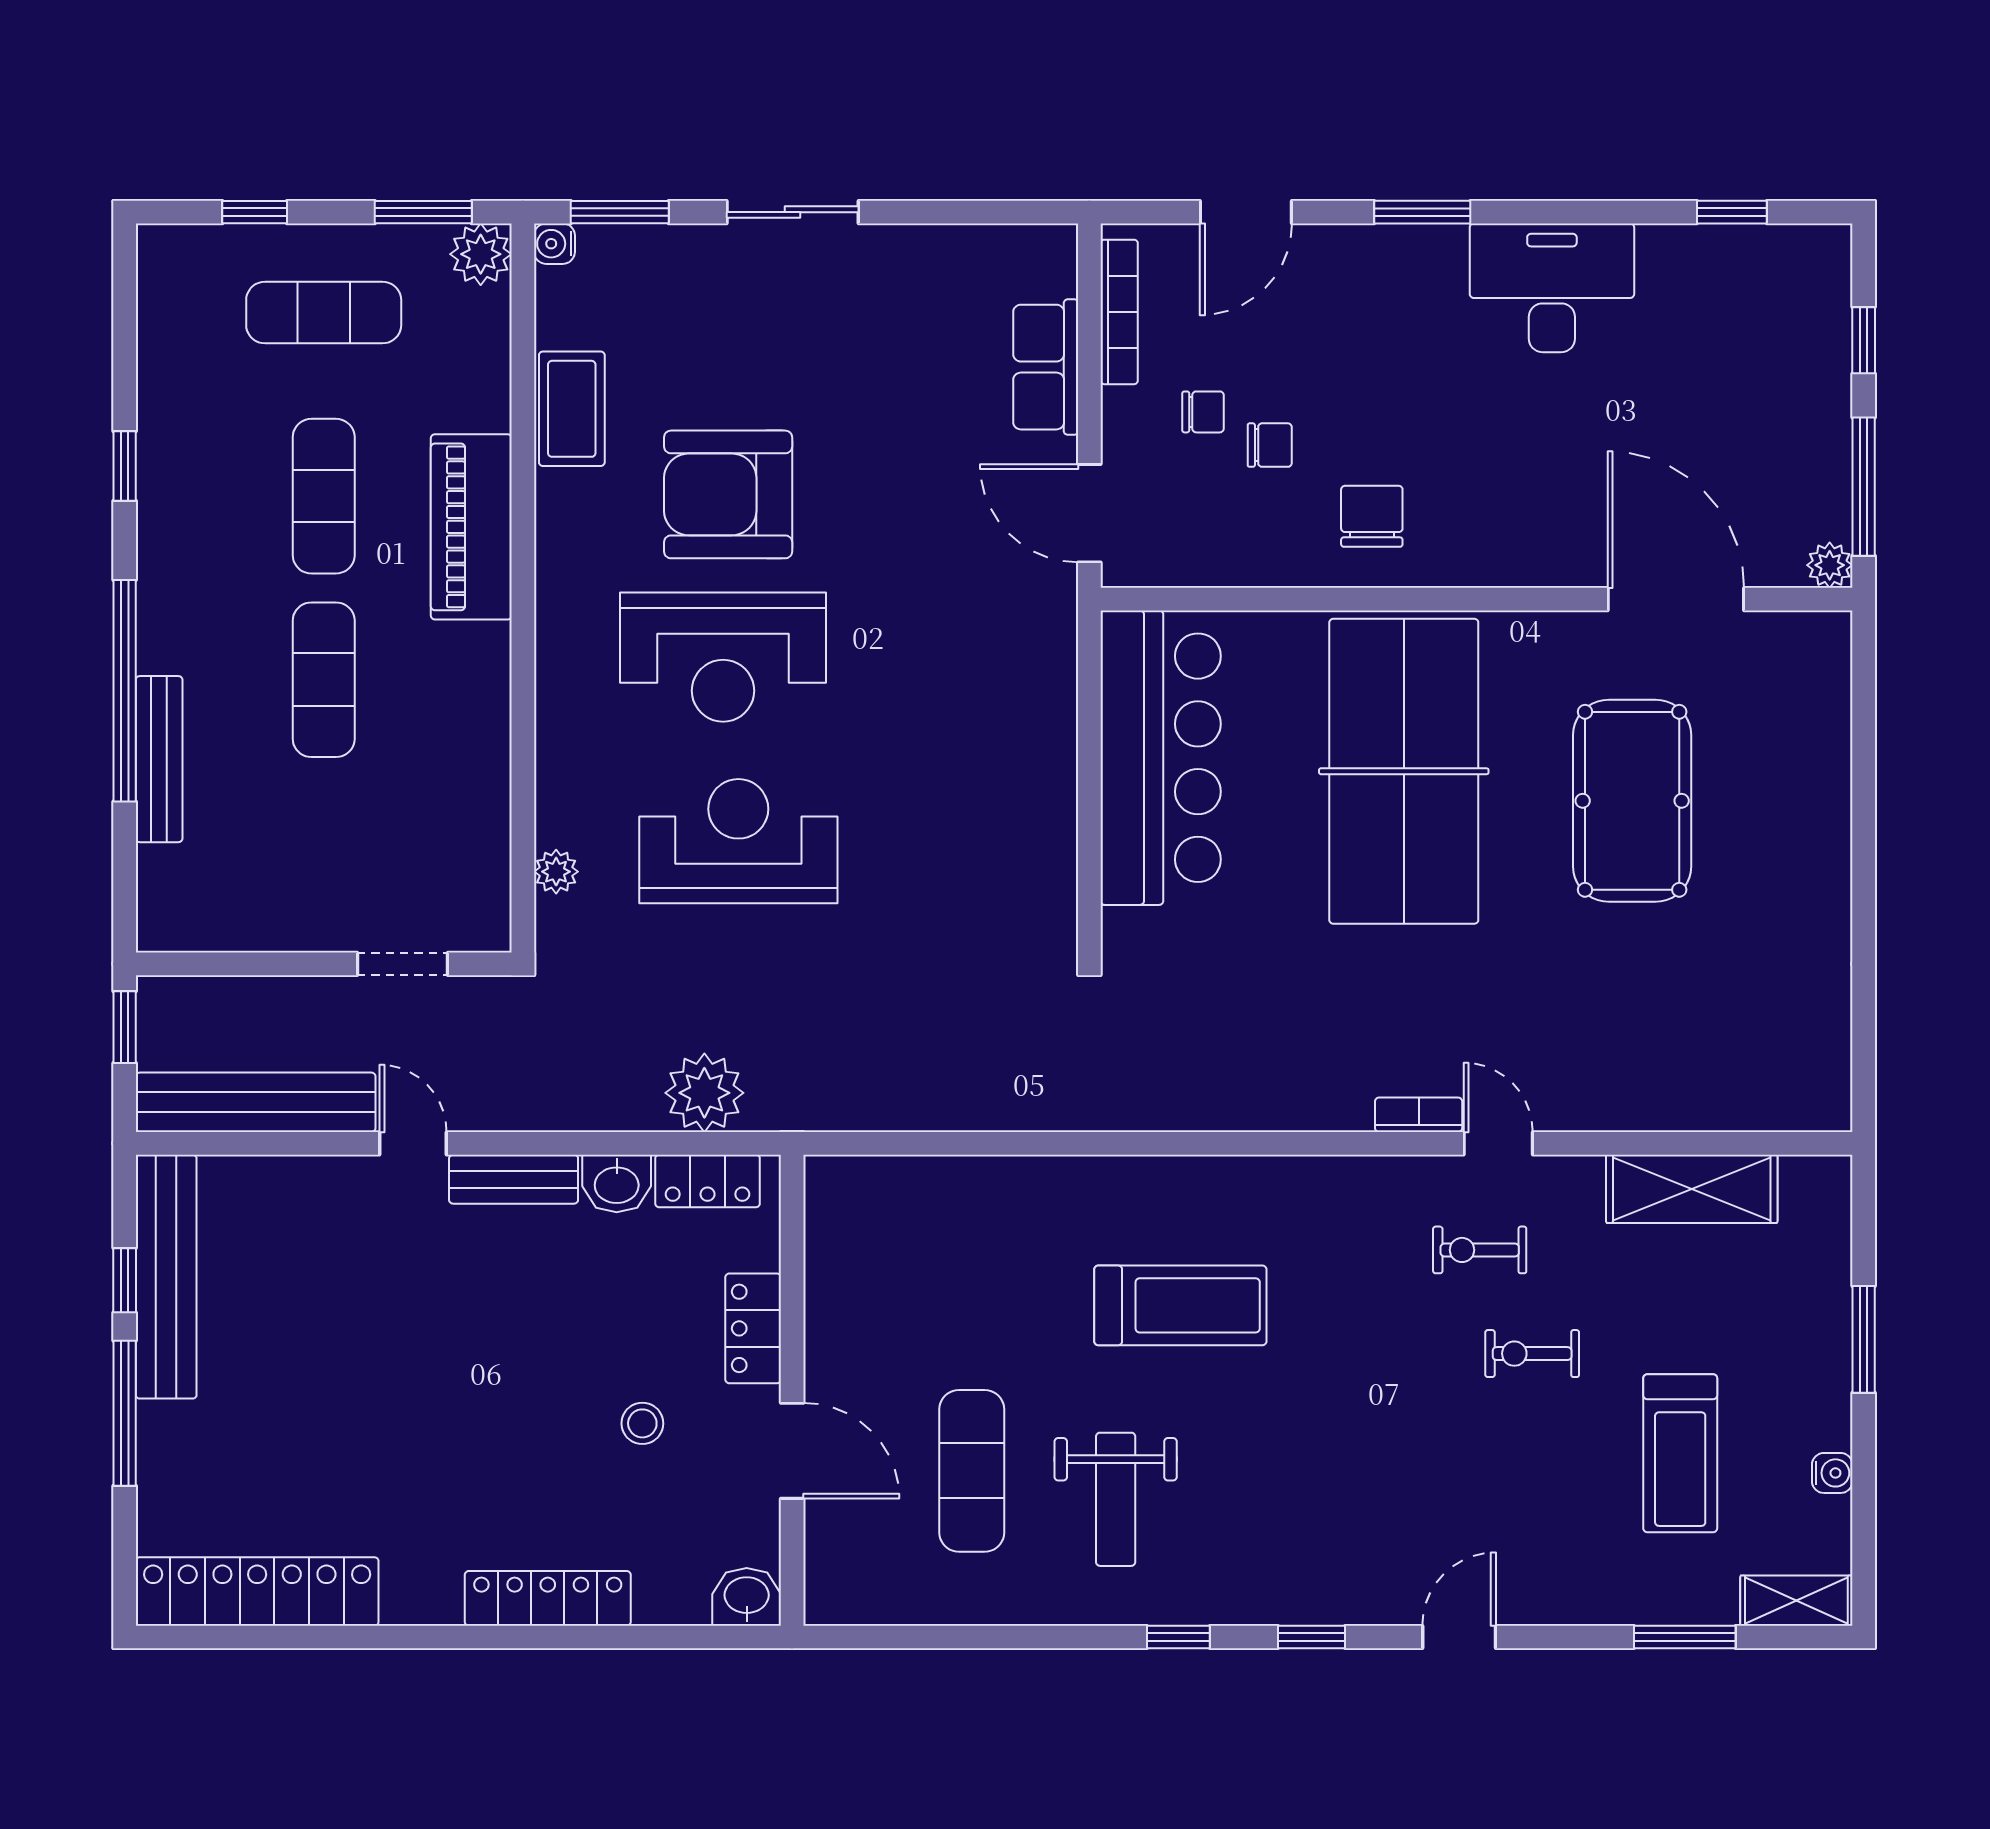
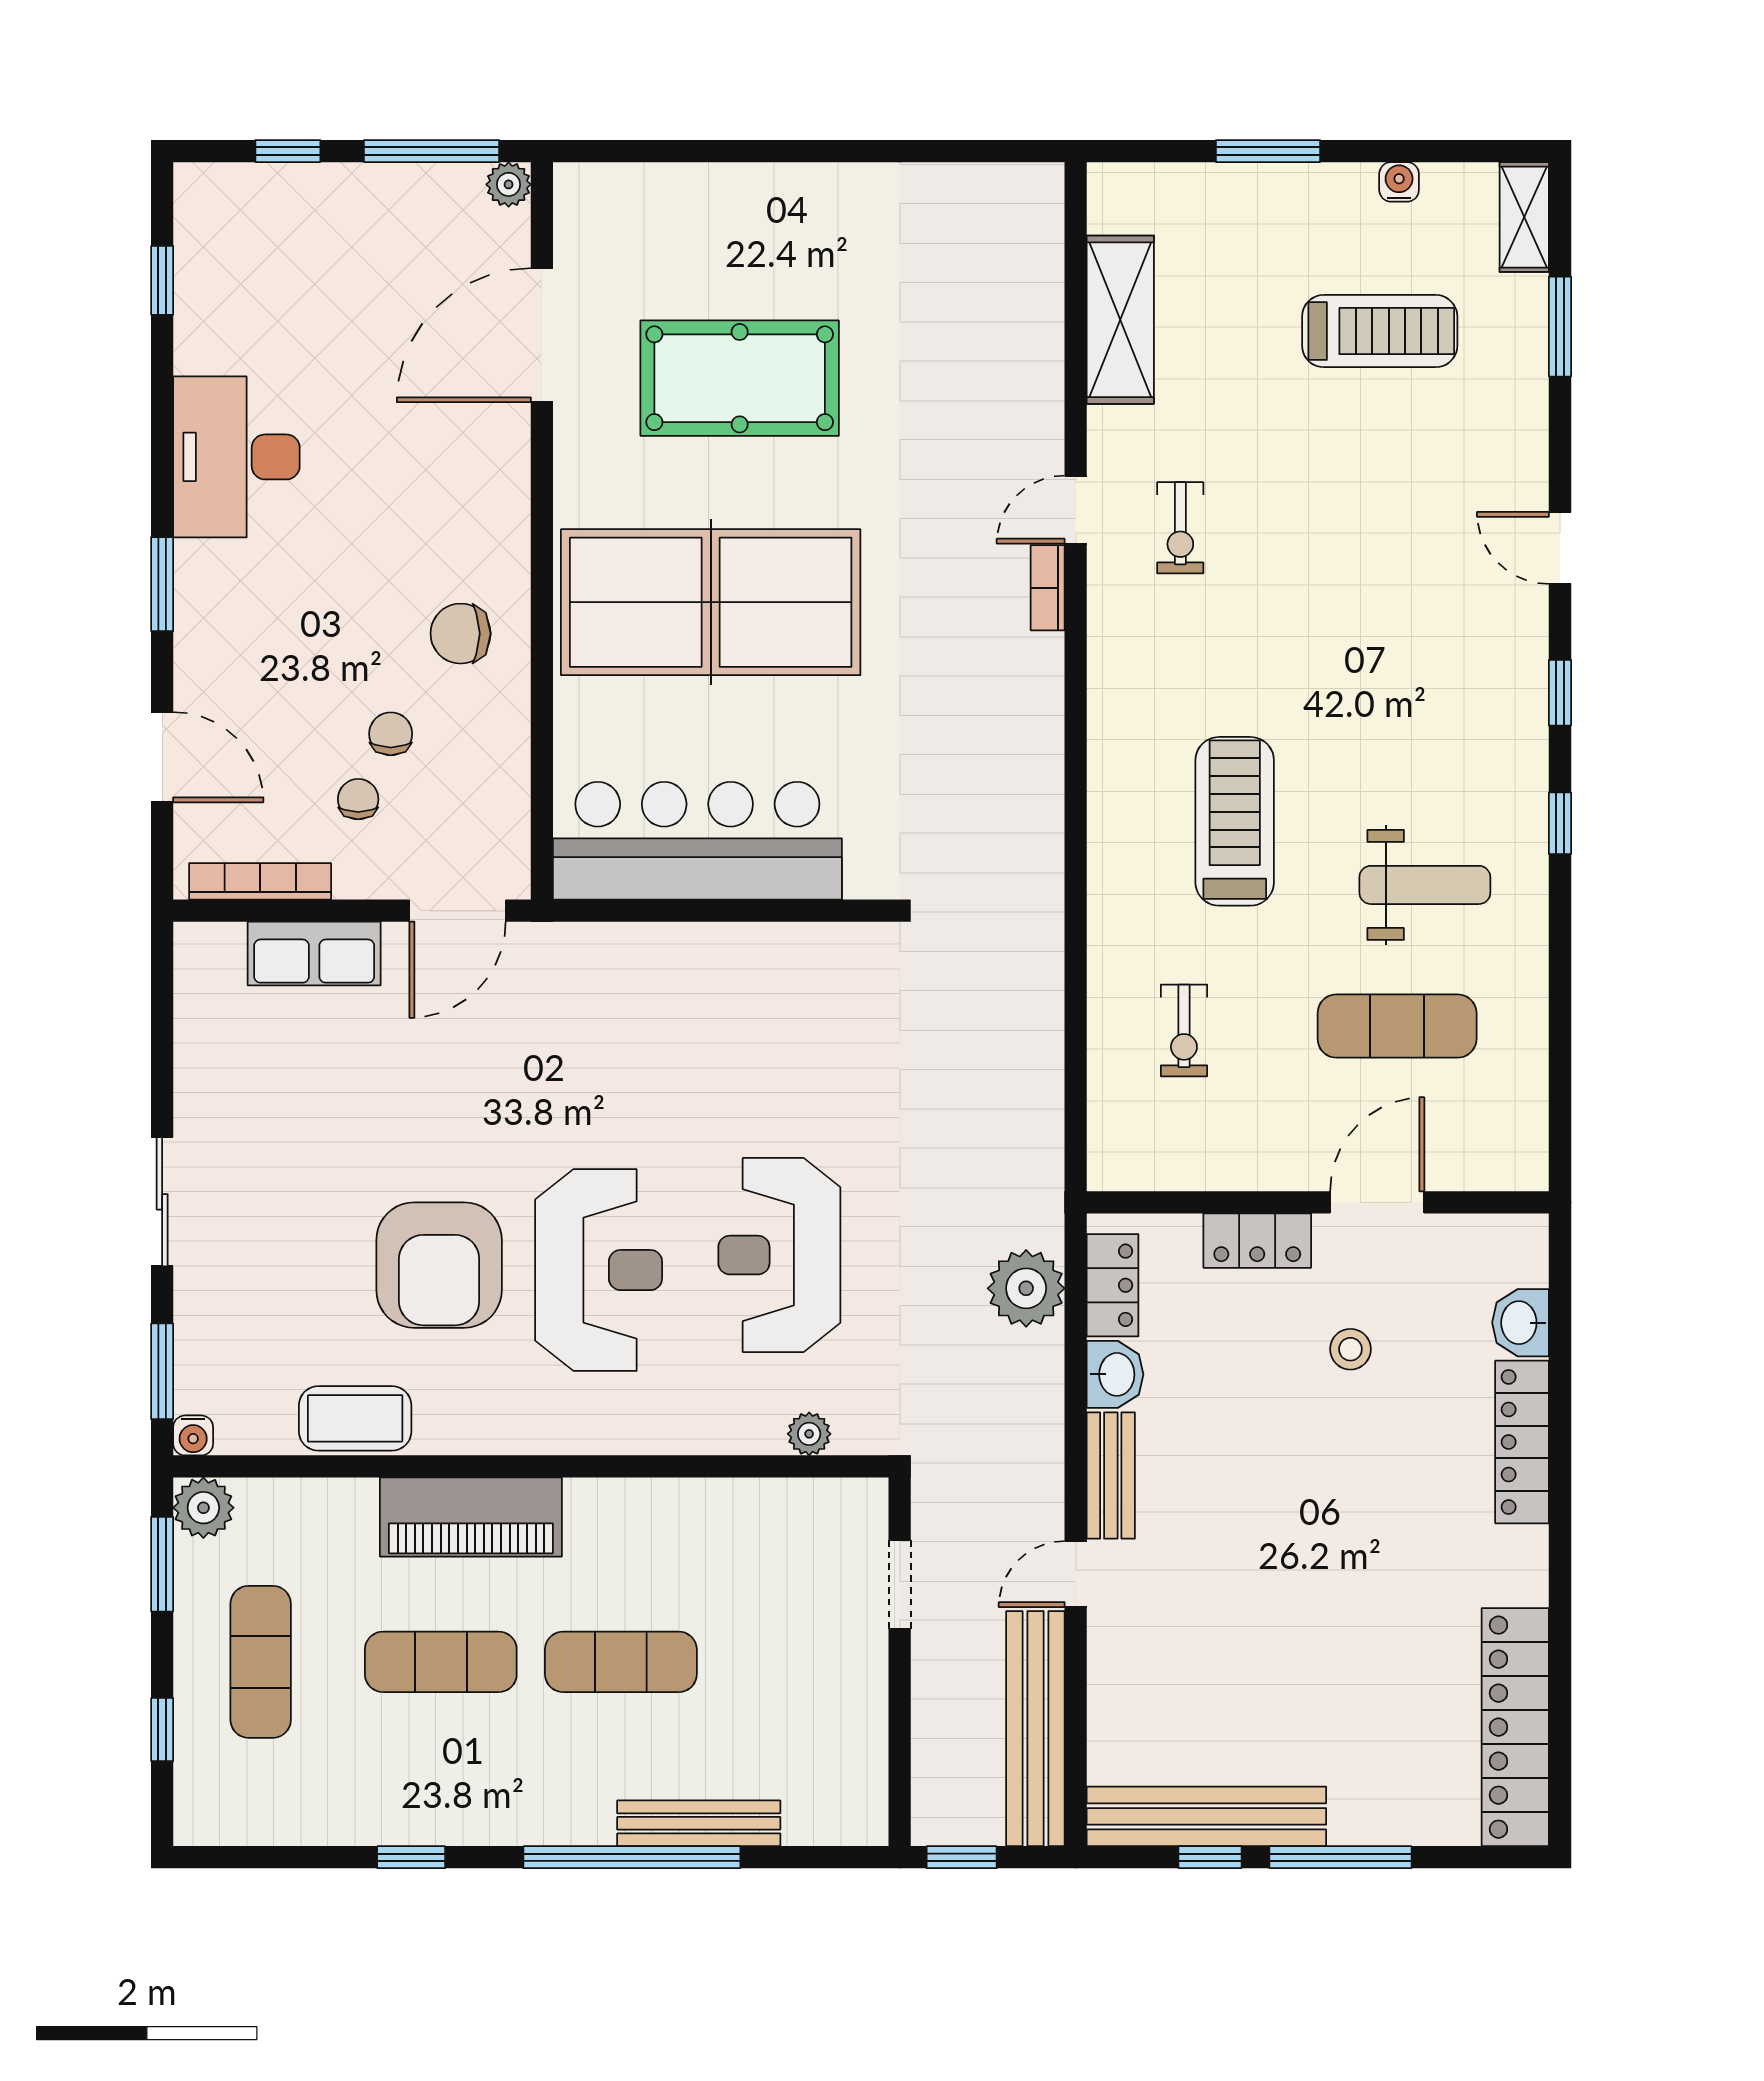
exercise bike: (1532, 1354) -> (1184, 1030), moved
washbasin: (747, 1597) -> (1521, 1323), moved

